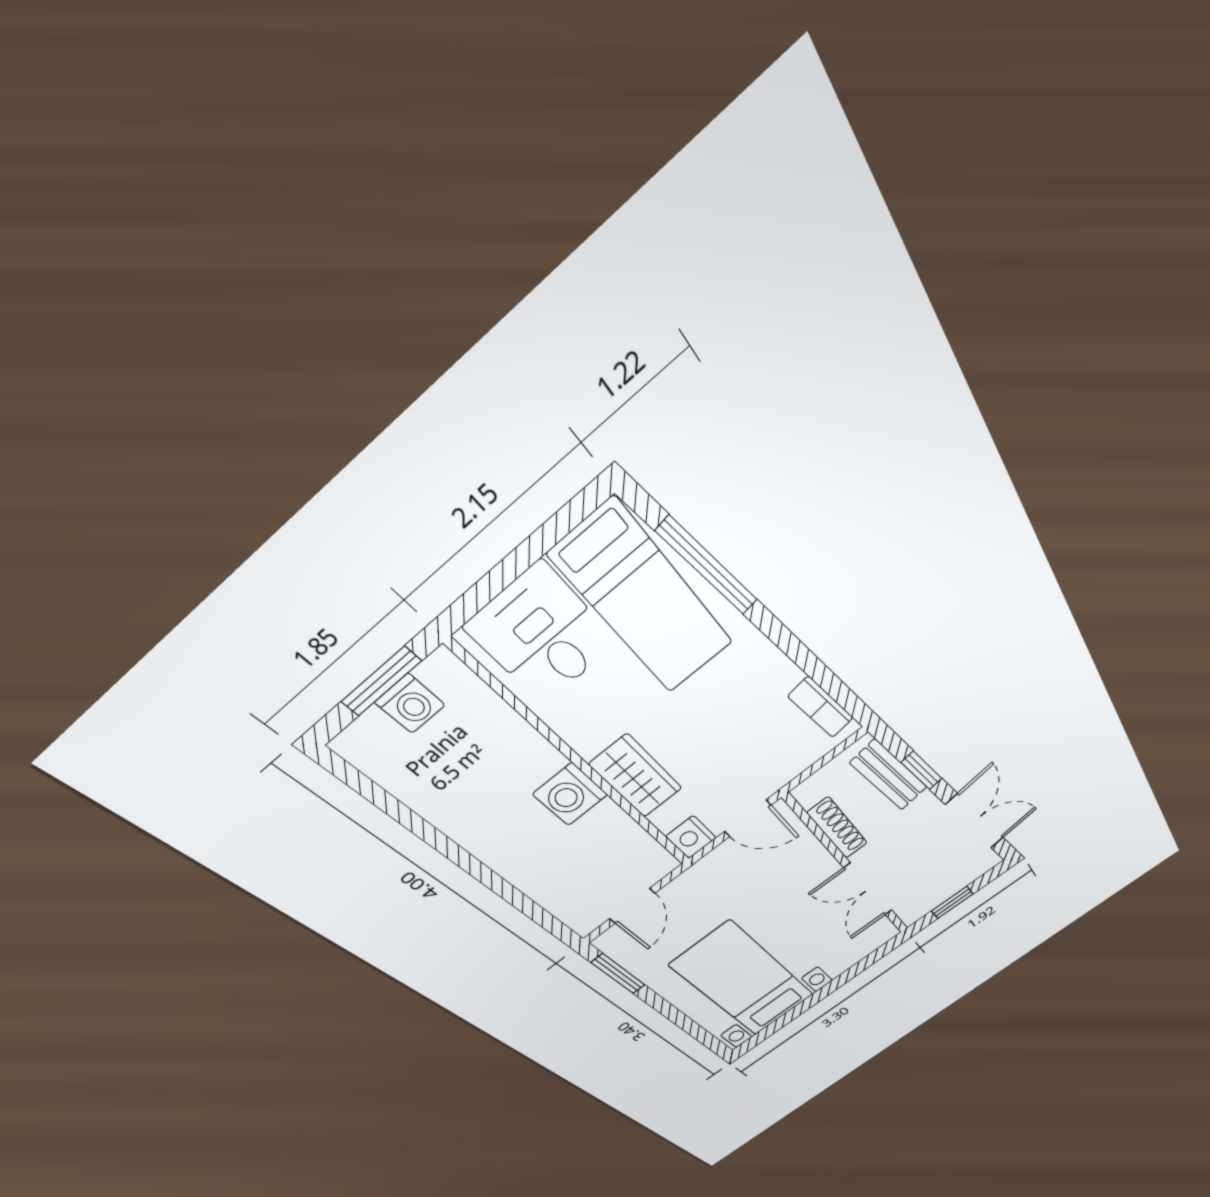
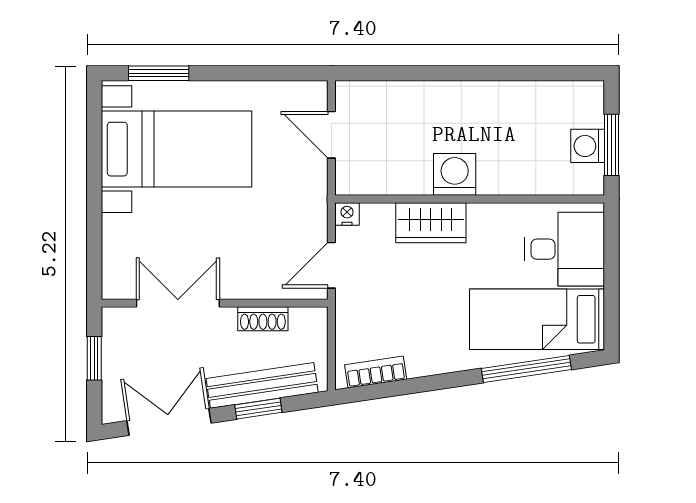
bench: (889, 775) -> (262, 385), width x1.36
double door: (975, 821) -> (169, 422), swing flipped
shoe rack: (837, 828) -> (263, 319), width x0.70
nightstand: (691, 837) -> (347, 214), width x0.72, depth x0.74
window: (618, 974) -> (159, 73), moved

